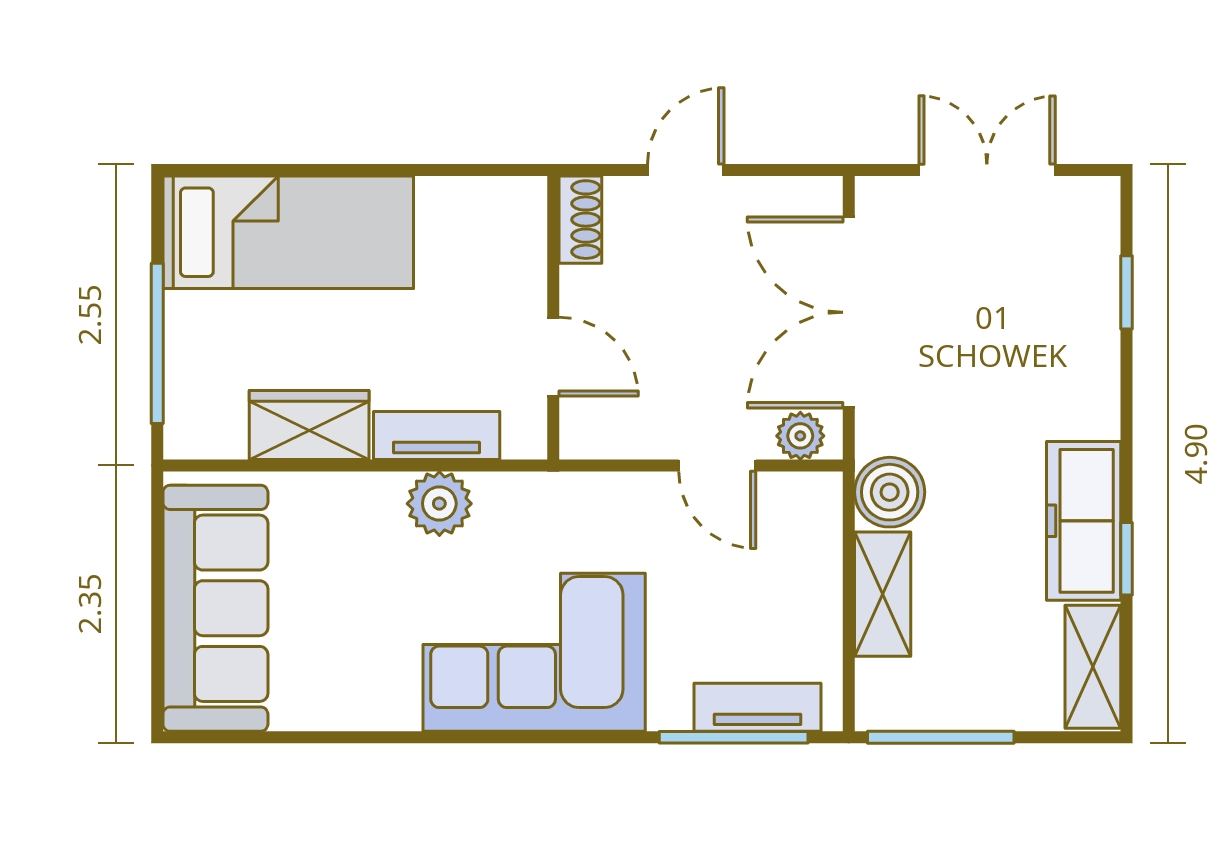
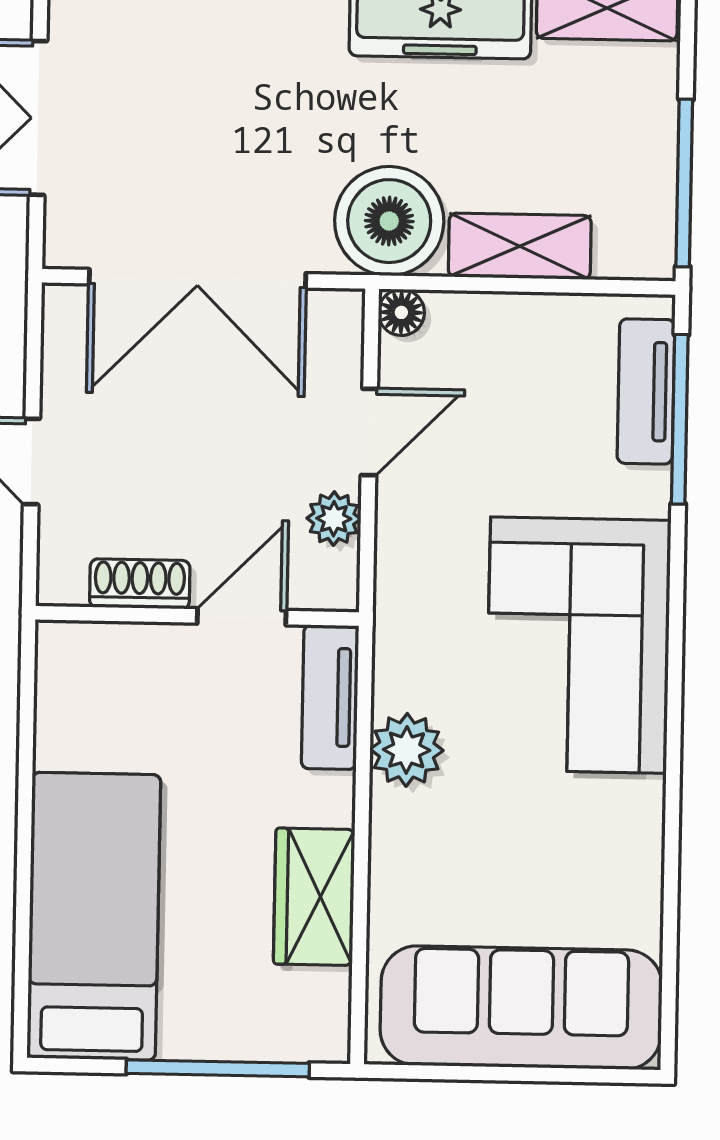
shoe rack: (580, 220) -> (140, 584), moved
tv unit: (437, 435) -> (330, 697), moved
plant: (800, 436) -> (334, 519), moved
floor lamp: (823, 492) -> (401, 312), added
boiler: (890, 492) -> (389, 221), width x1.37, depth x1.37

